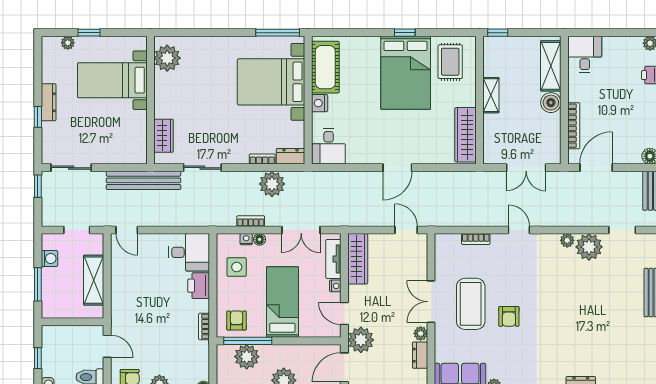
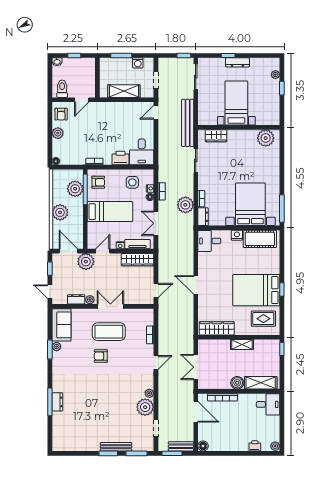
bed with nightstands: (112, 80) -> (236, 103), moved

